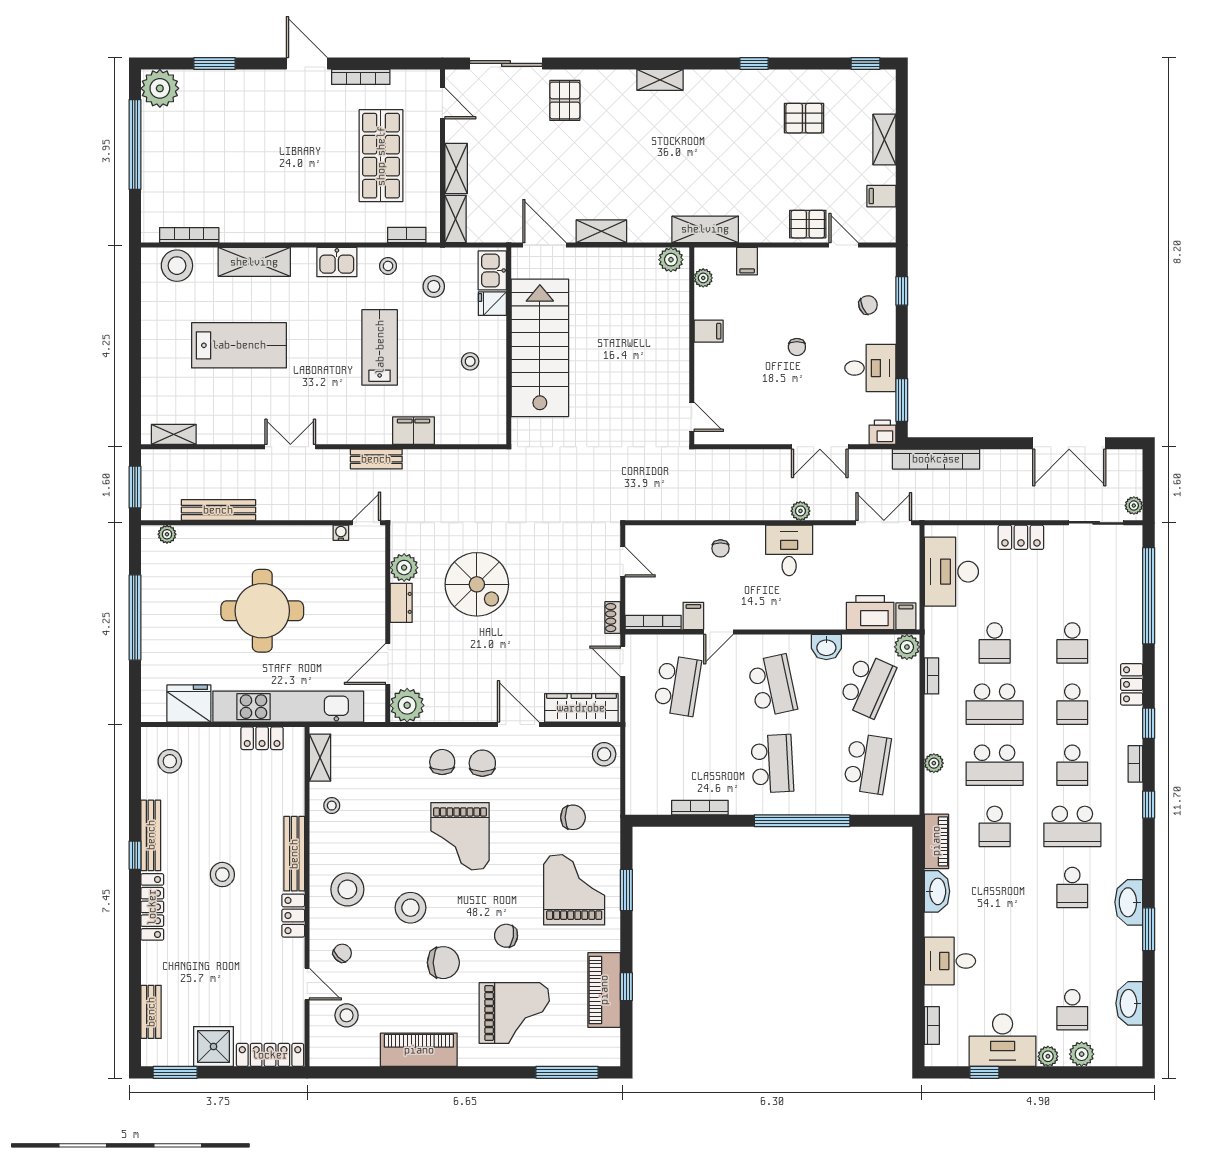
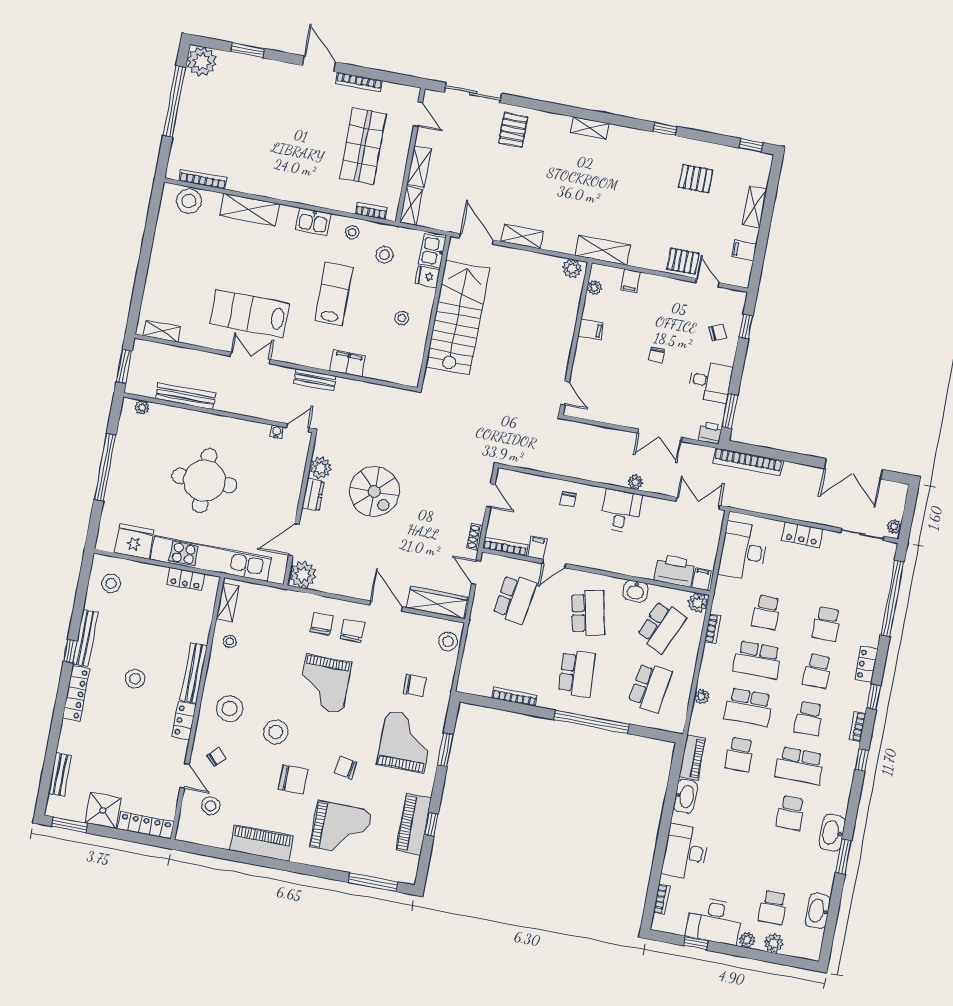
lab bench: (239, 345) -> (250, 314), moved, turned 180
desk: (950, 961) -> (685, 852), width x1.37

